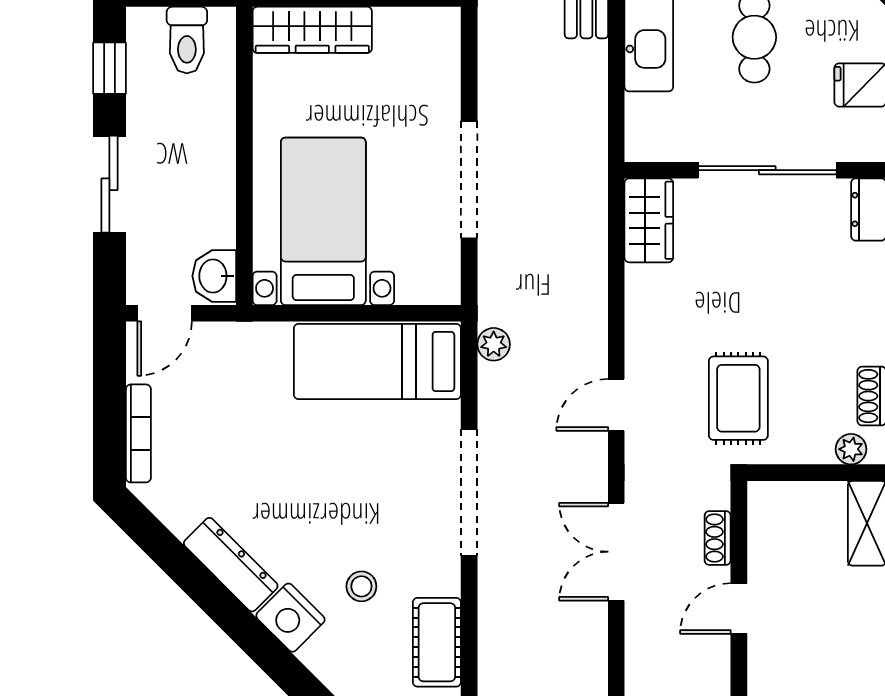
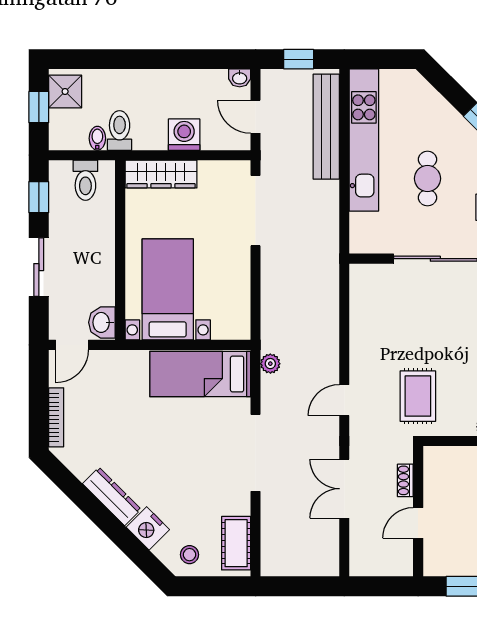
doorway: (469, 180) -> (256, 211), moved
wardrobe: (649, 220) -> (364, 289), removed
stool: (361, 586) -> (190, 555), moved

